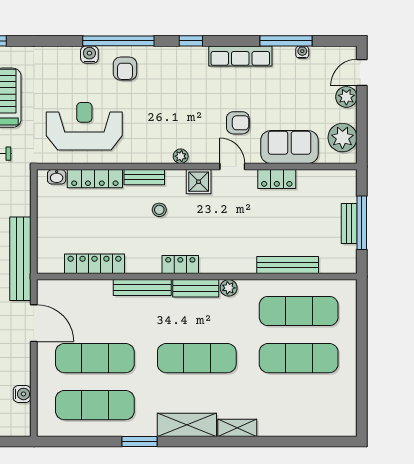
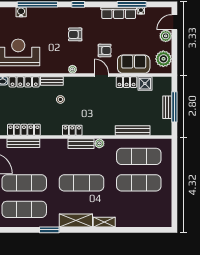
row of seats: (240, 56) -> (119, 13), moved
armchair: (125, 69) -> (75, 34), moved, turned 90
shower: (199, 182) -> (145, 84), moved
bench: (142, 288) -> (23, 143), moved

